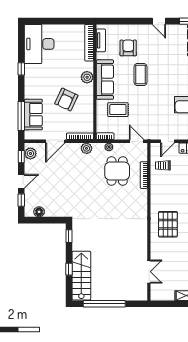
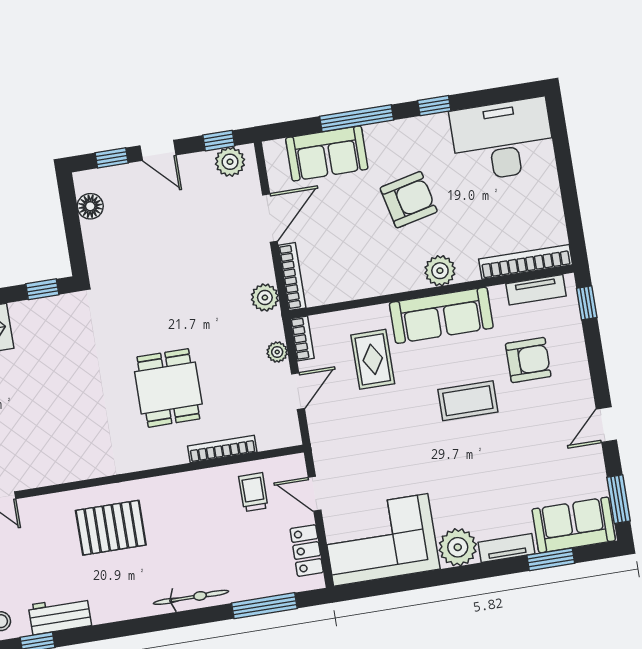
window: (109, 21) -> (587, 303), added
armchair: (66, 100) -> (409, 200), moved, turned 142
window: (21, 116) -> (357, 118), moved
door: (55, 141) -> (270, 218), swing flipped
door: (137, 141) -> (298, 391), moved
dining table: (117, 171) -> (168, 388), moved, turned 90

